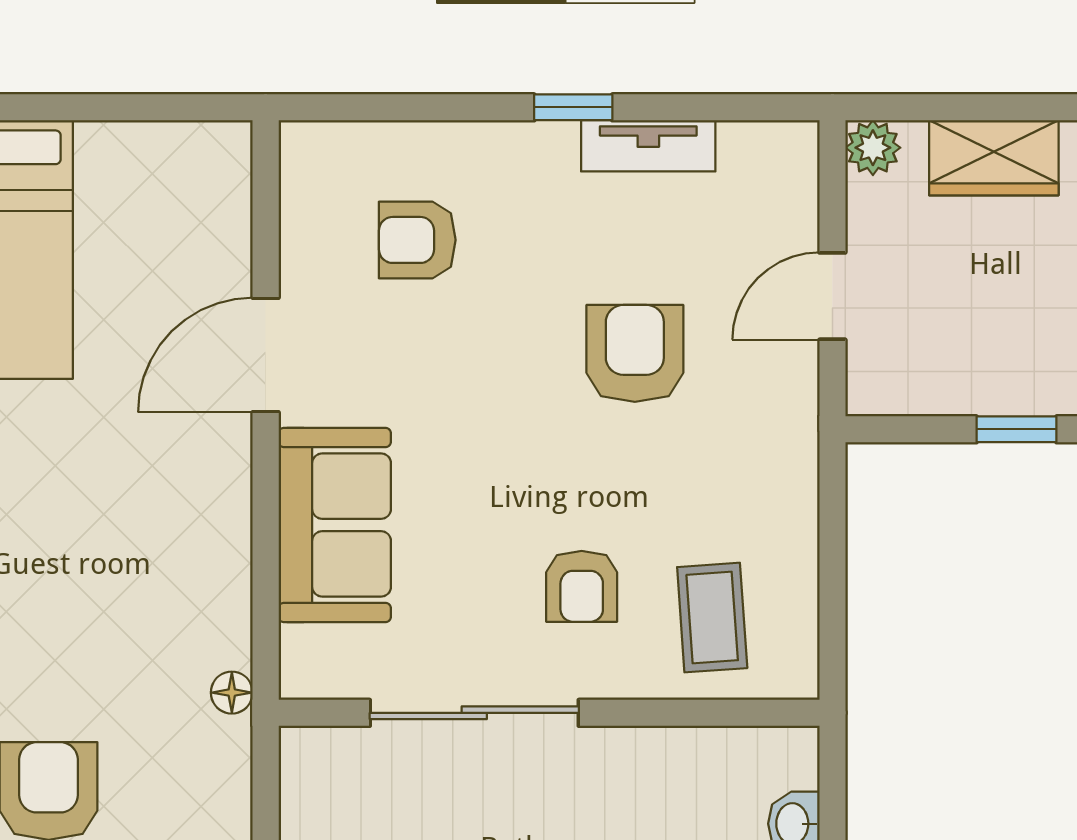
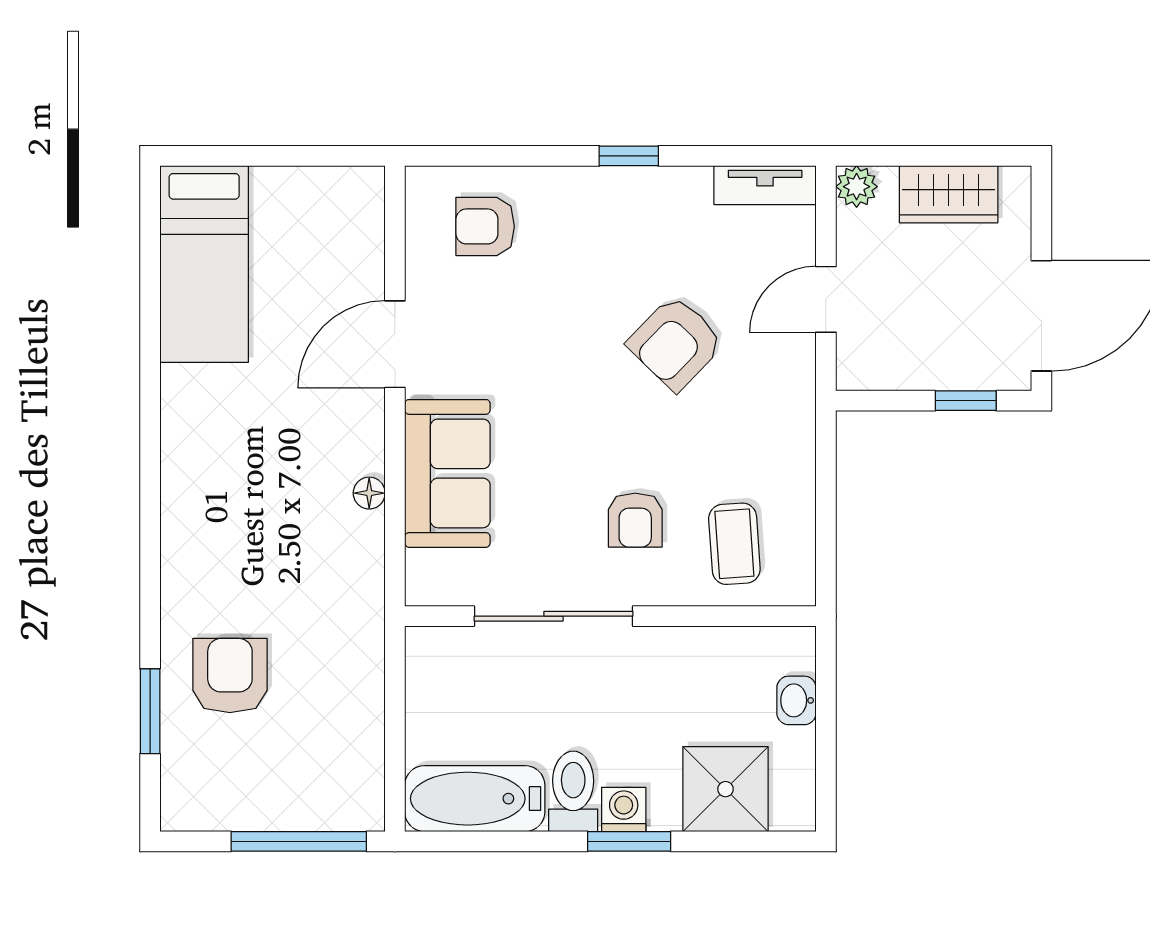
tv unit: (648, 146) -> (765, 185), moved
armchair: (417, 240) -> (485, 226), moved
armchair: (635, 353) -> (676, 343), turned -136
floor lamp: (232, 693) -> (369, 493), moved

